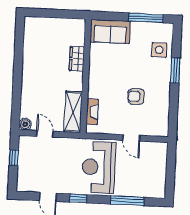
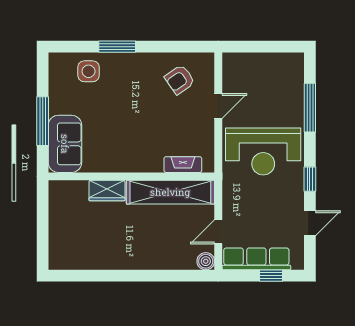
window: (146, 18) -> (43, 121), moved
armchair: (136, 96) -> (180, 80), moved, turned 55
shelving: (73, 112) -> (170, 192), width x1.47
window: (14, 158) -> (271, 276), moved
row of seats: (25, 159) -> (256, 259), added

